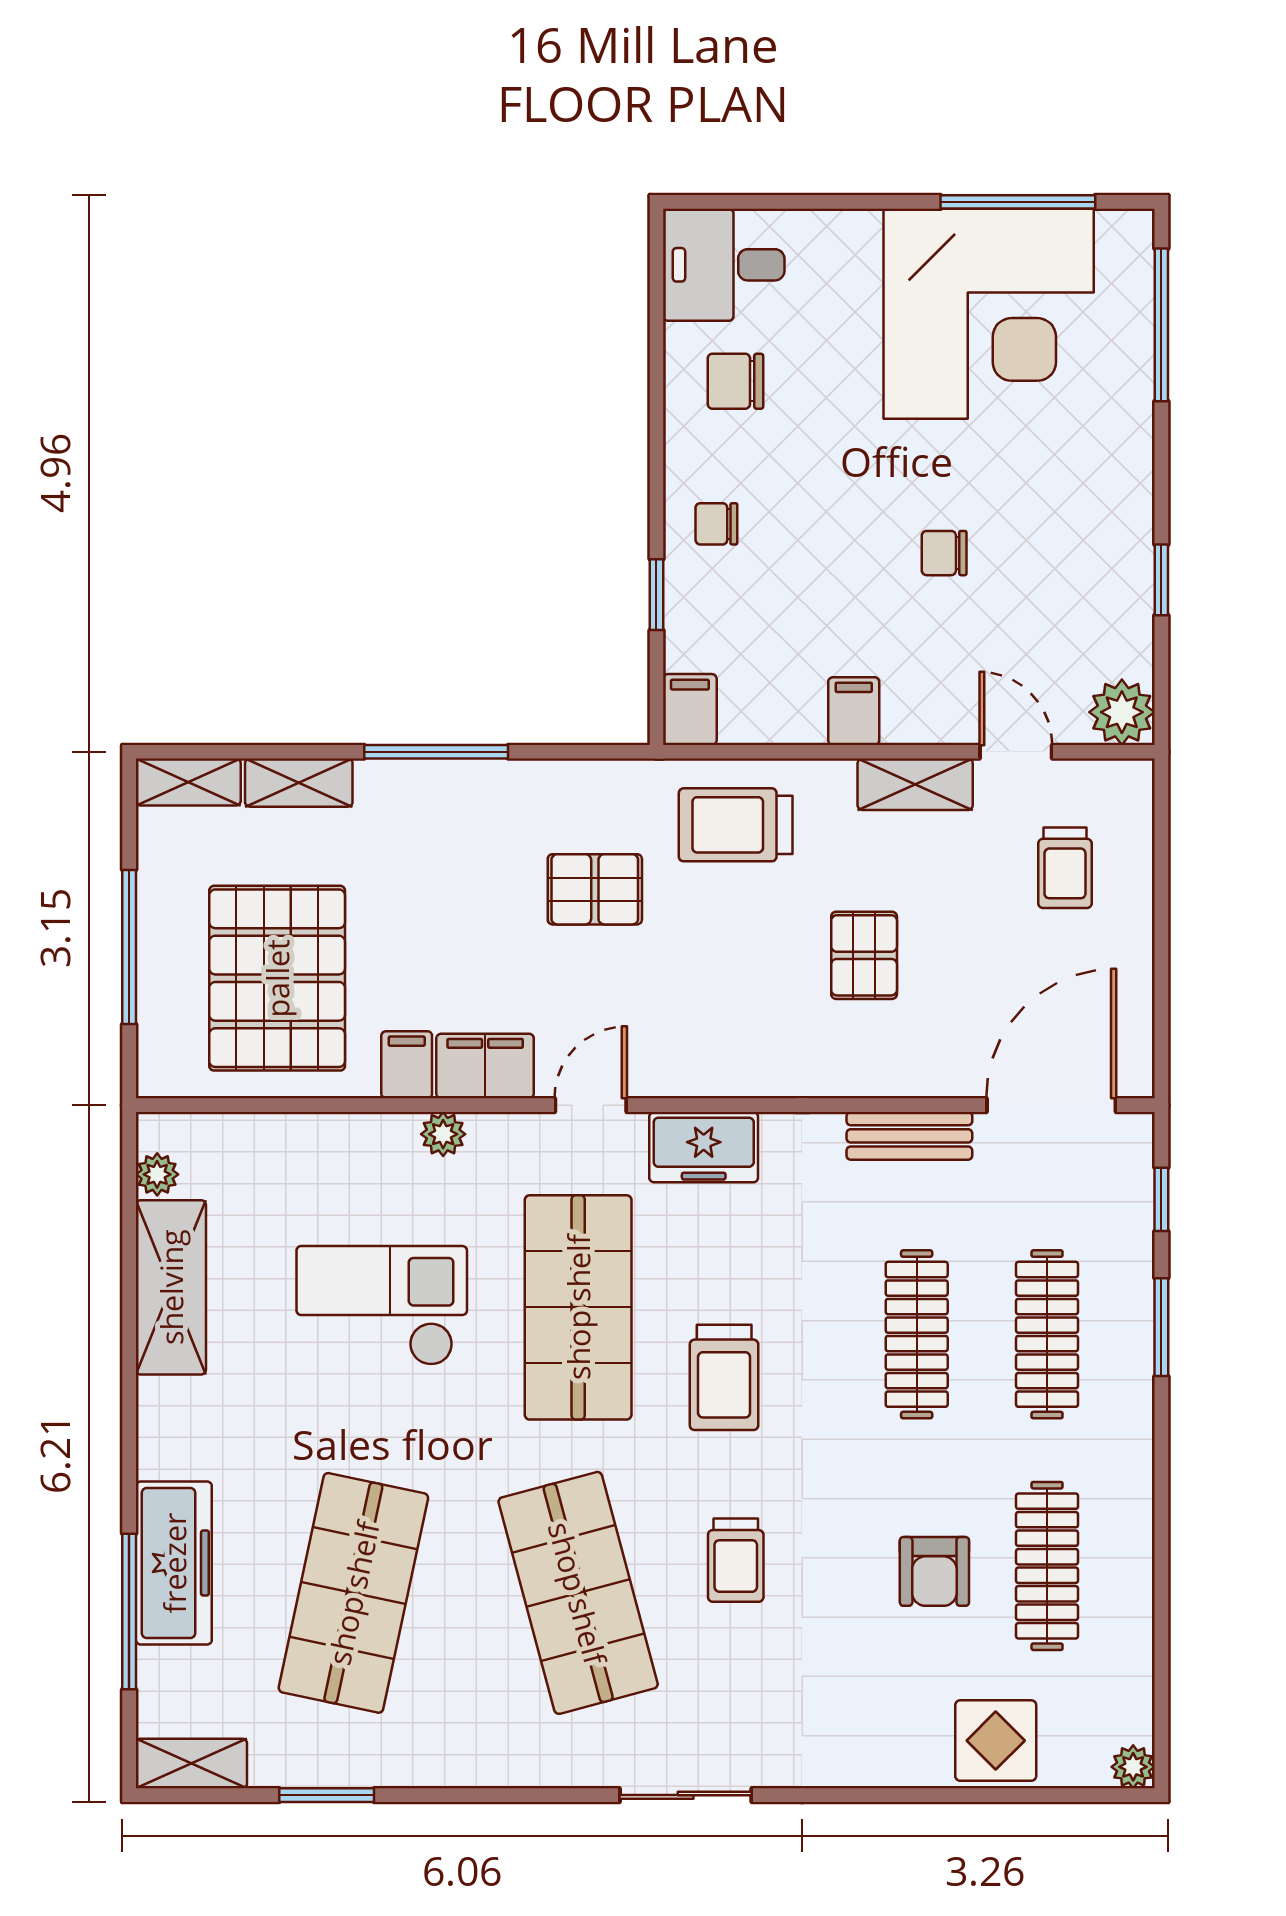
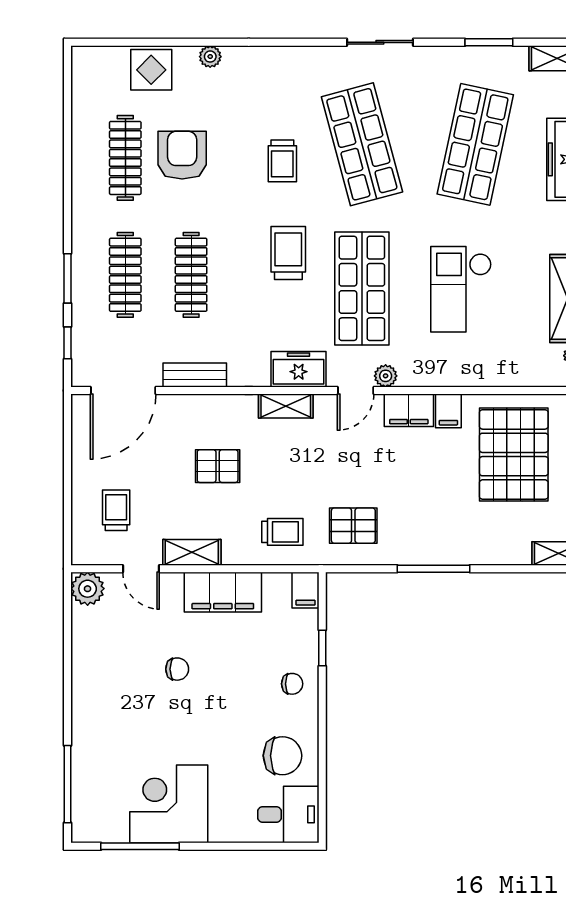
corner desk: (989, 314) -> (169, 804), width x0.74, depth x0.74
chair: (736, 381) -> (282, 756), width x1.37, depth x1.37
window: (1161, 580) -> (68, 655), removed
filing cabinet: (854, 711) -> (223, 592), width x3.00, depth x1.17
shelving: (299, 783) -> (286, 406), moved
trolley: (736, 825) -> (282, 532), width x0.73, depth x0.72
pallet: (595, 889) -> (353, 526), moved
pallet: (864, 955) -> (218, 466), turned 90
plant: (443, 1134) -> (386, 376), moved
checkout: (382, 1306) -> (461, 289), turned 90
trolley: (736, 1560) -> (282, 161), turned 180
armchair: (934, 1571) -> (182, 155), width x1.38, depth x1.38
plant: (1133, 1767) -> (210, 57), moved
sliding door: (686, 1795) -> (380, 42), moved

